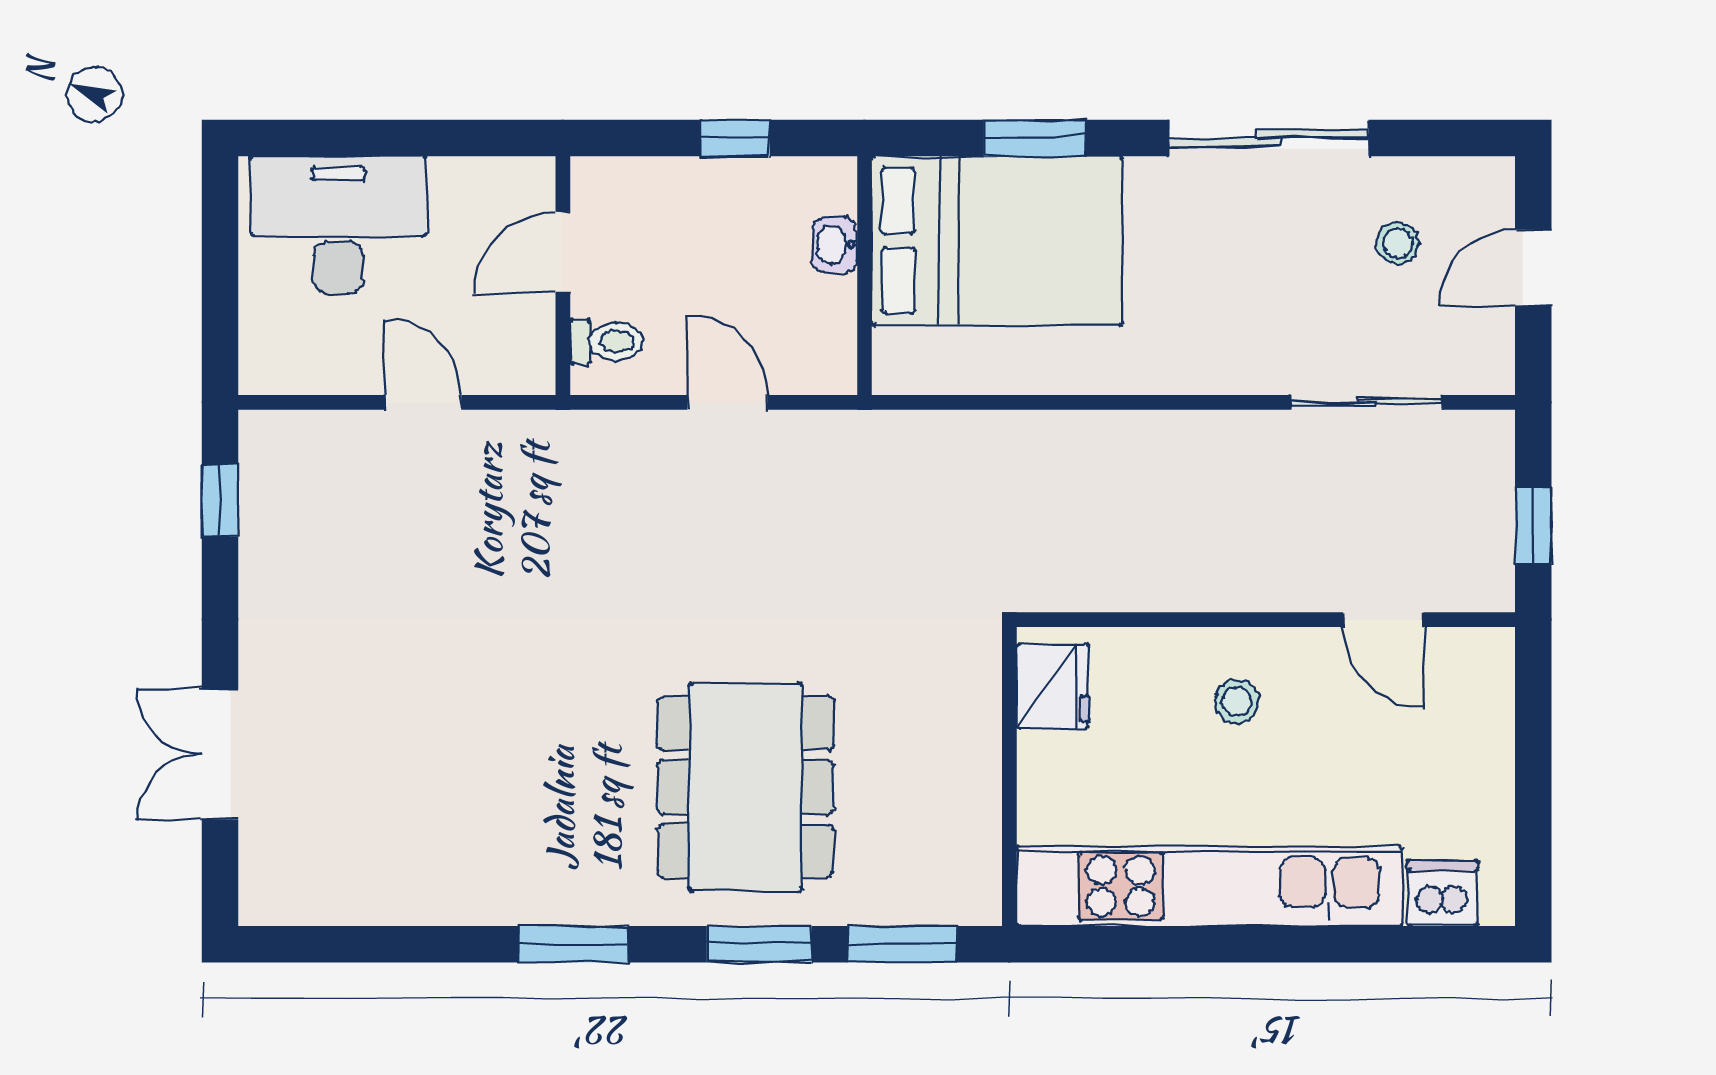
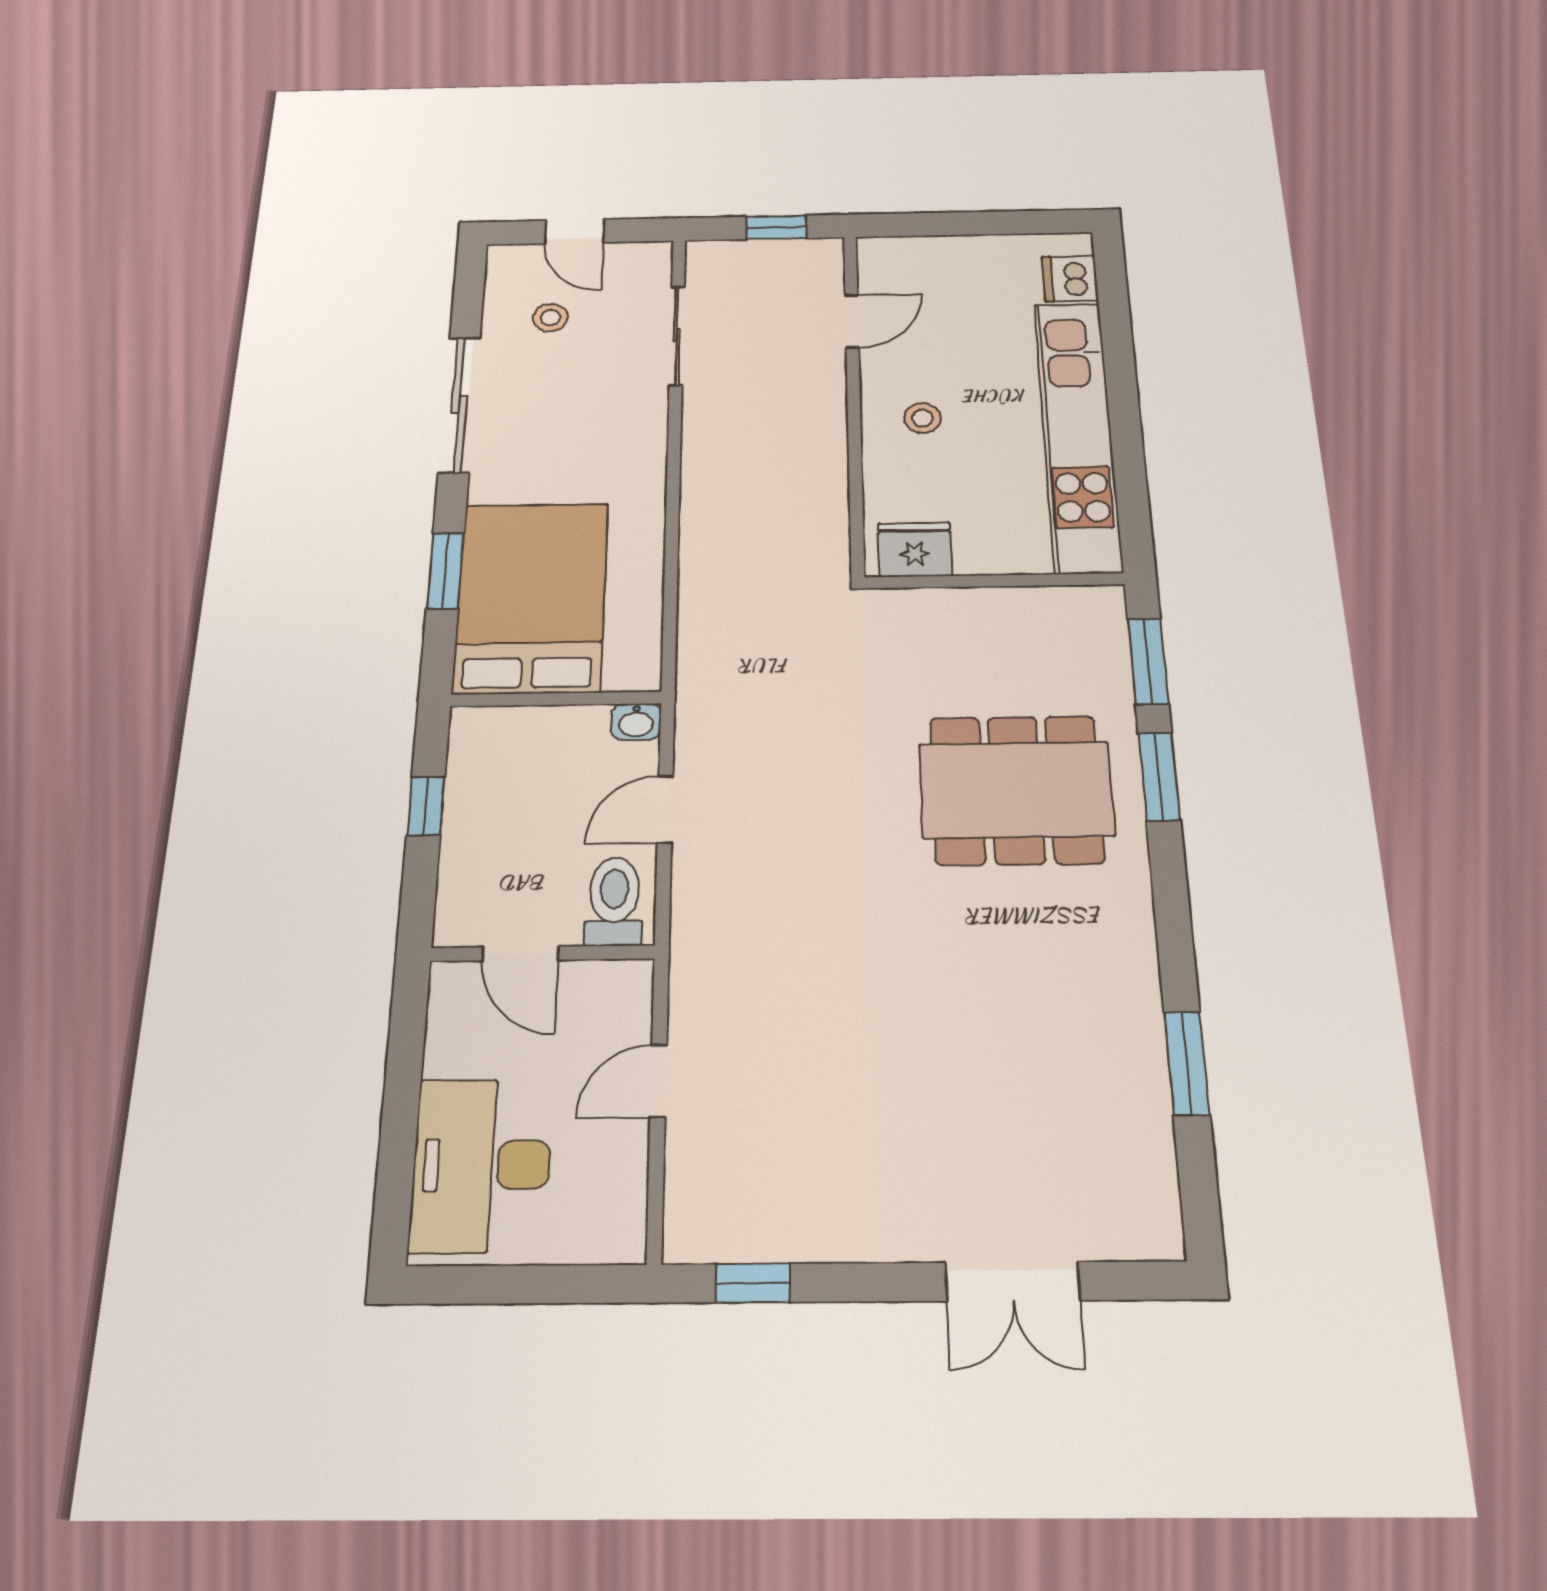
washbasin: (835, 245) -> (636, 722), moved
toilet: (607, 342) -> (614, 901), width x1.37, depth x1.39
window: (573, 944) -> (1187, 1063), moved

